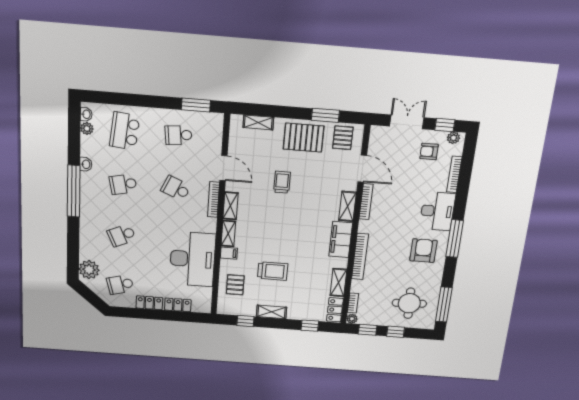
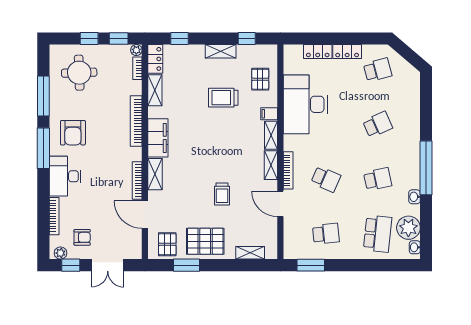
plant: (87, 129) -> (408, 228), width x1.87, depth x1.87
plant: (89, 270) -> (410, 84), removed
window: (444, 304) -> (43, 96), moved

